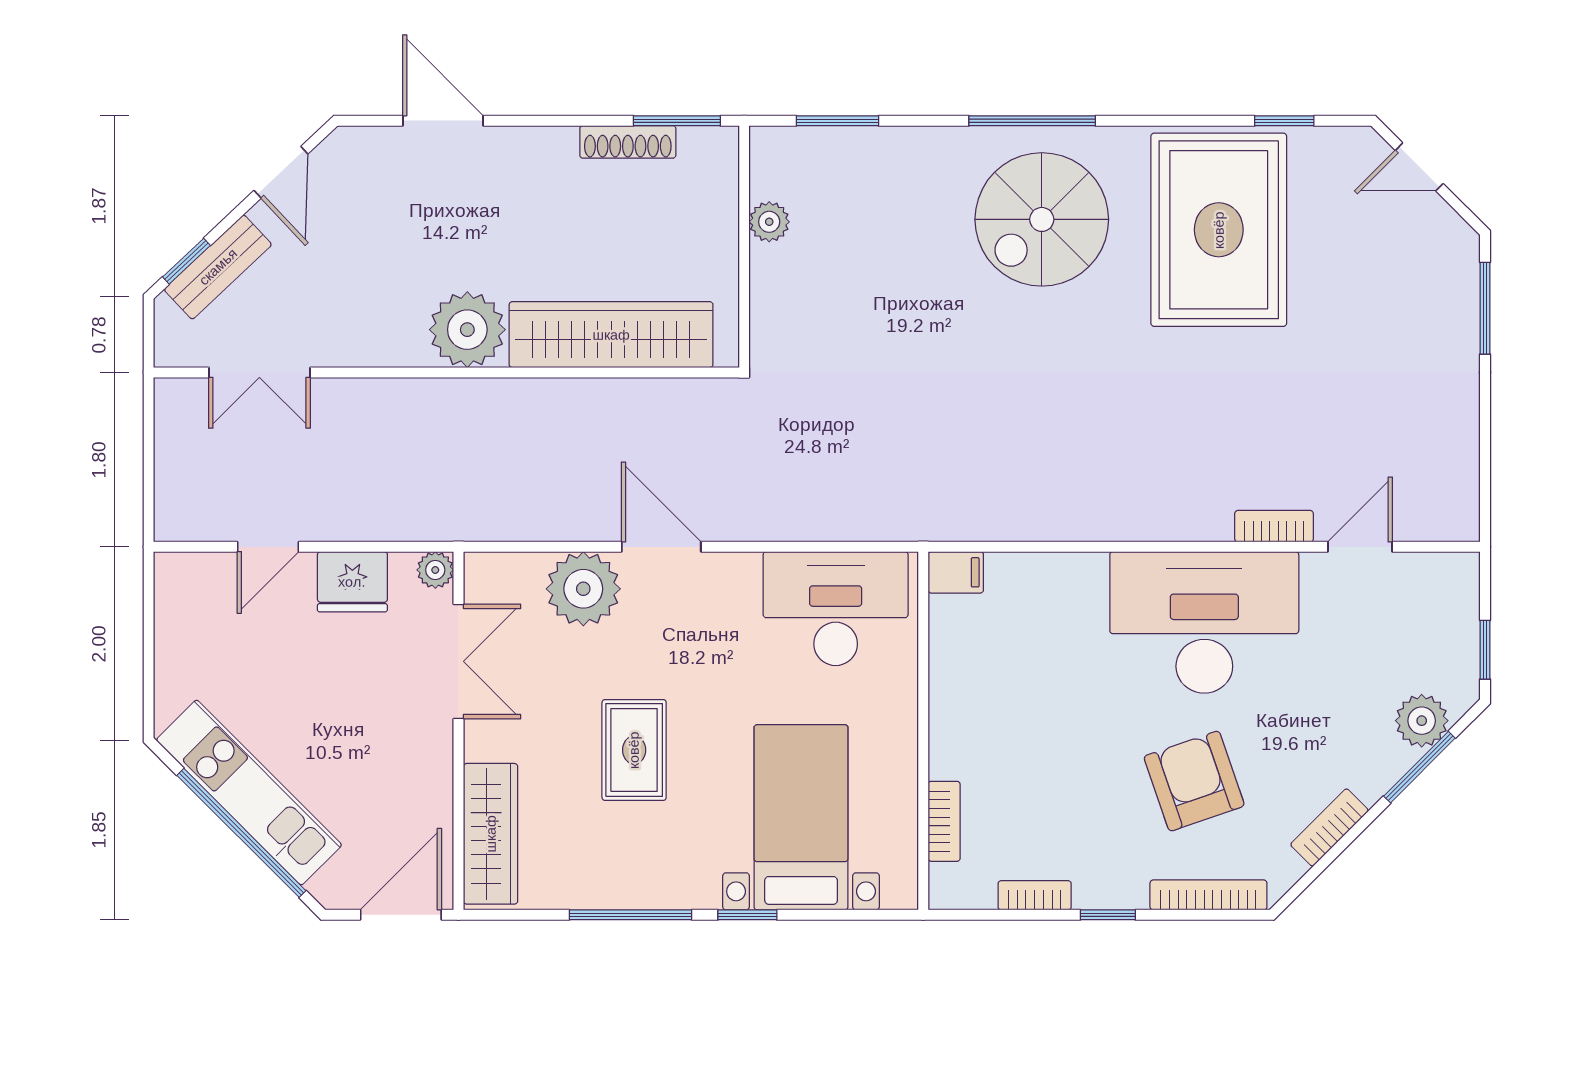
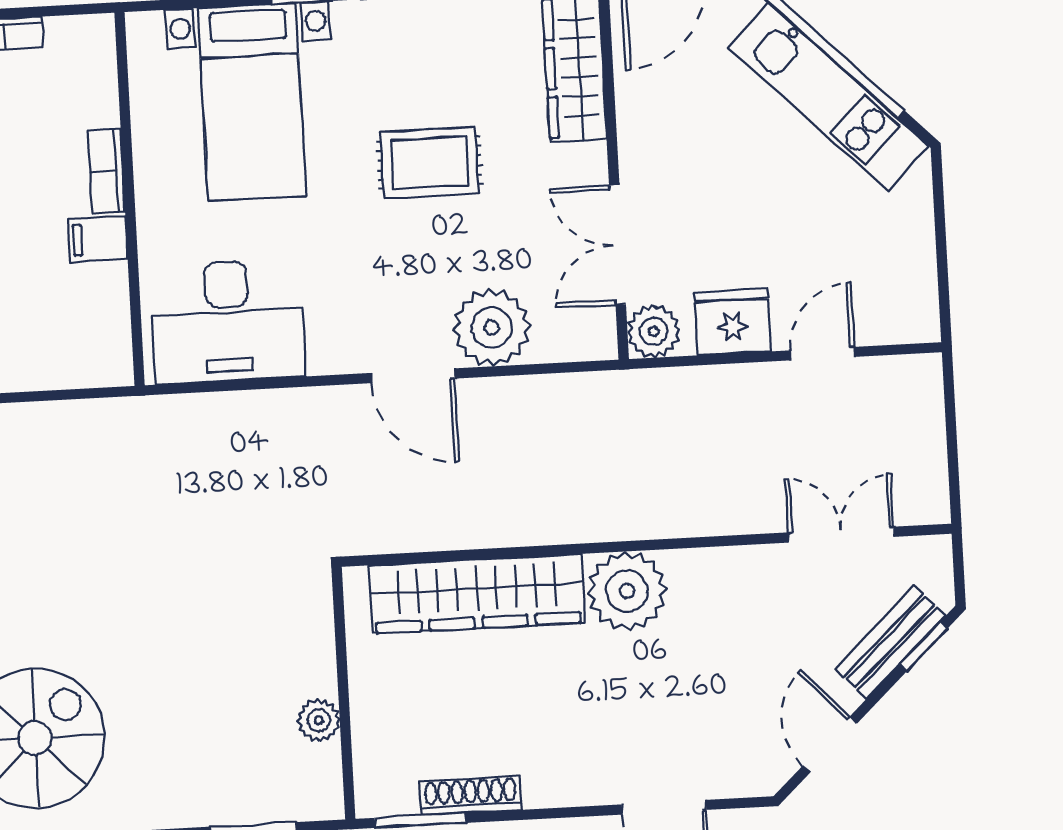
plant: (435, 570) -> (654, 331), width x1.38, depth x1.38
filing cabinet: (956, 572) -> (98, 239), moved
rug: (634, 750) -> (430, 163), turned 90
bookcase: (944, 821) -> (106, 171), moved

